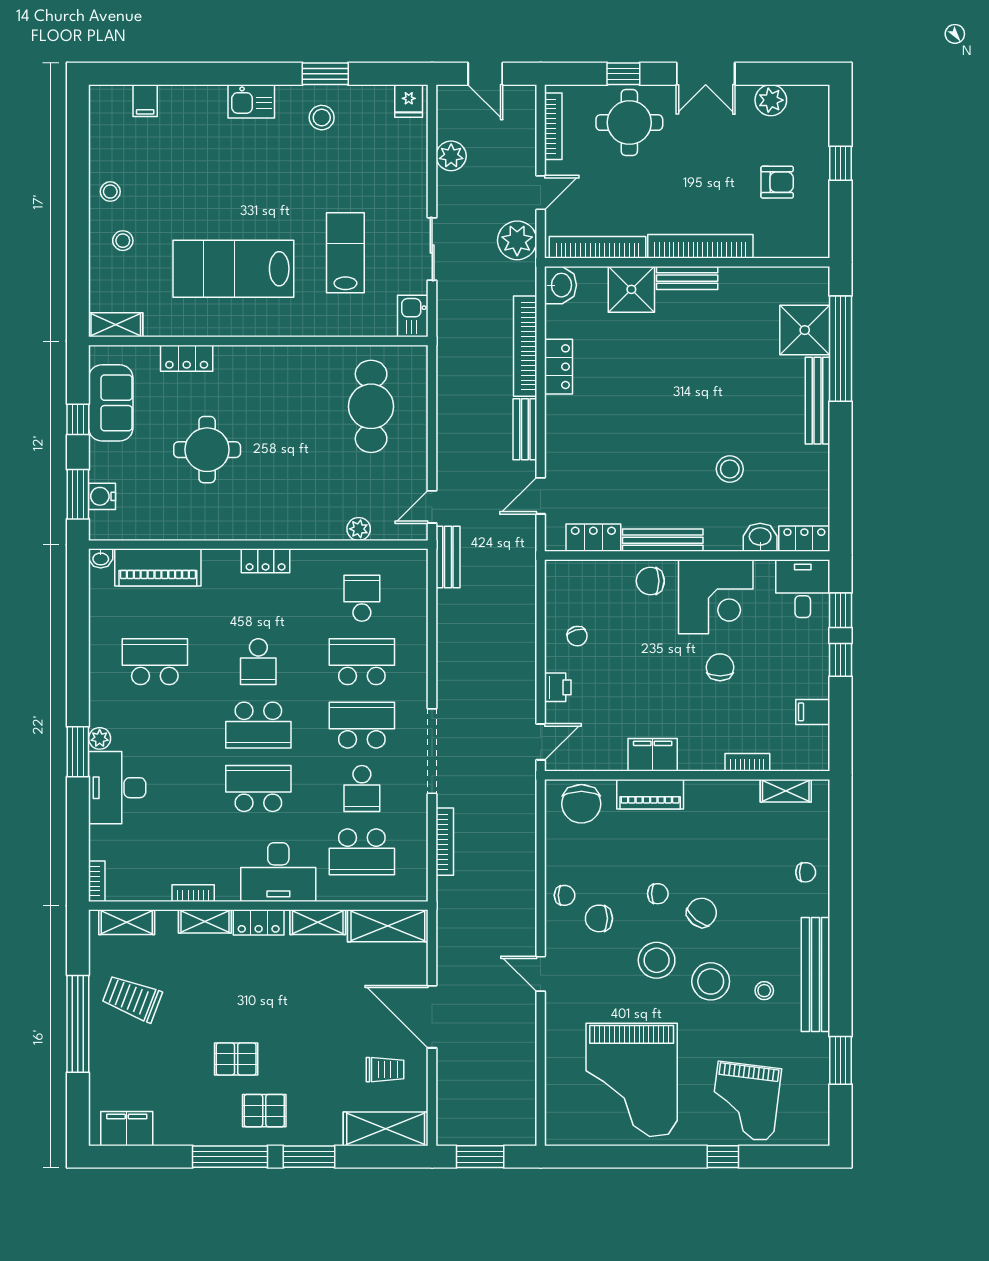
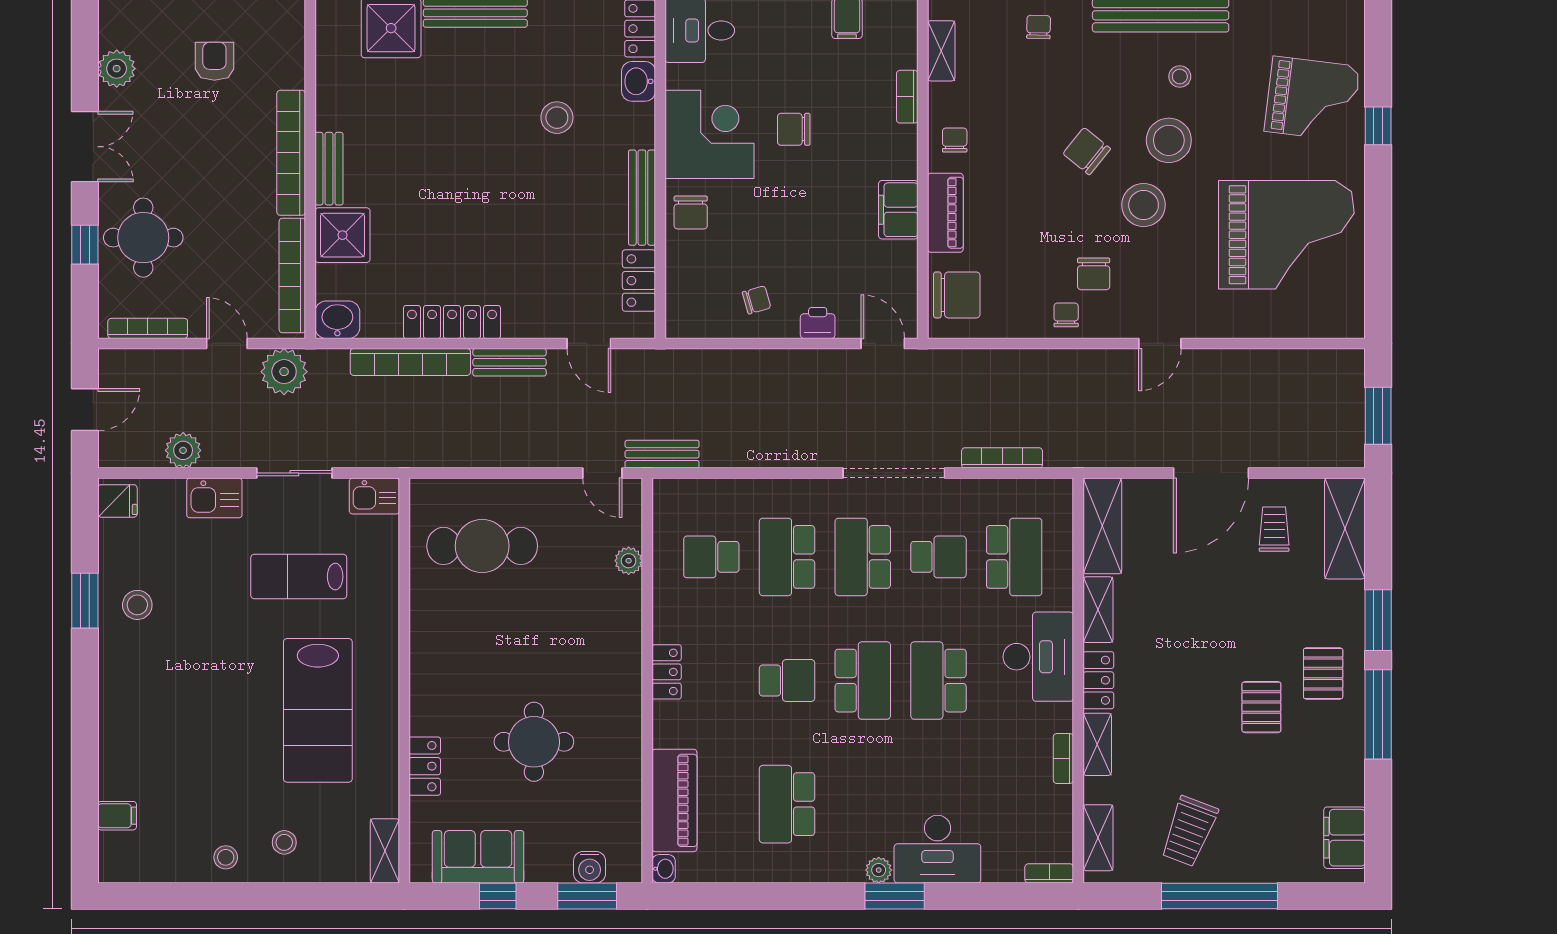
kitchen sink: (251, 101) -> (214, 498), moved, turned 90
locker: (559, 367) -> (452, 322), width x1.53
chair: (658, 894) -> (955, 140), moved

